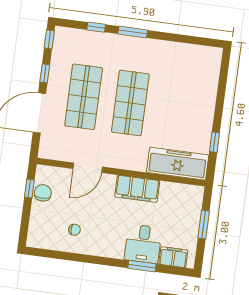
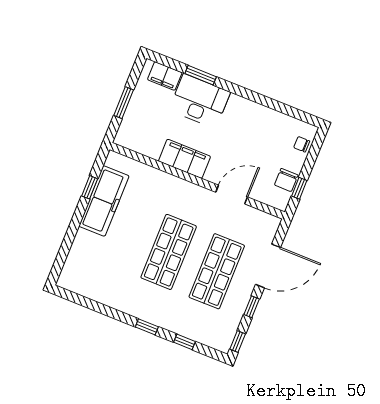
window: (133, 32) -> (147, 327), width x0.67
freezer: (178, 164) -> (104, 201), moved, turned -90
chair: (75, 230) -> (302, 144), moved
desk: (143, 244) -> (200, 101), width x1.37

